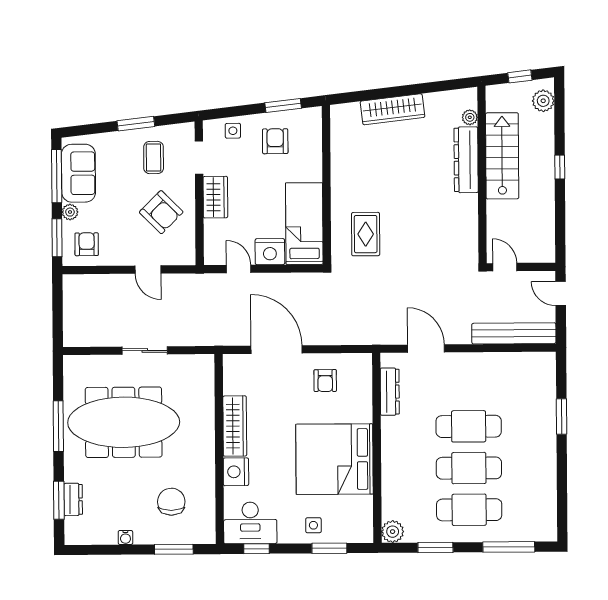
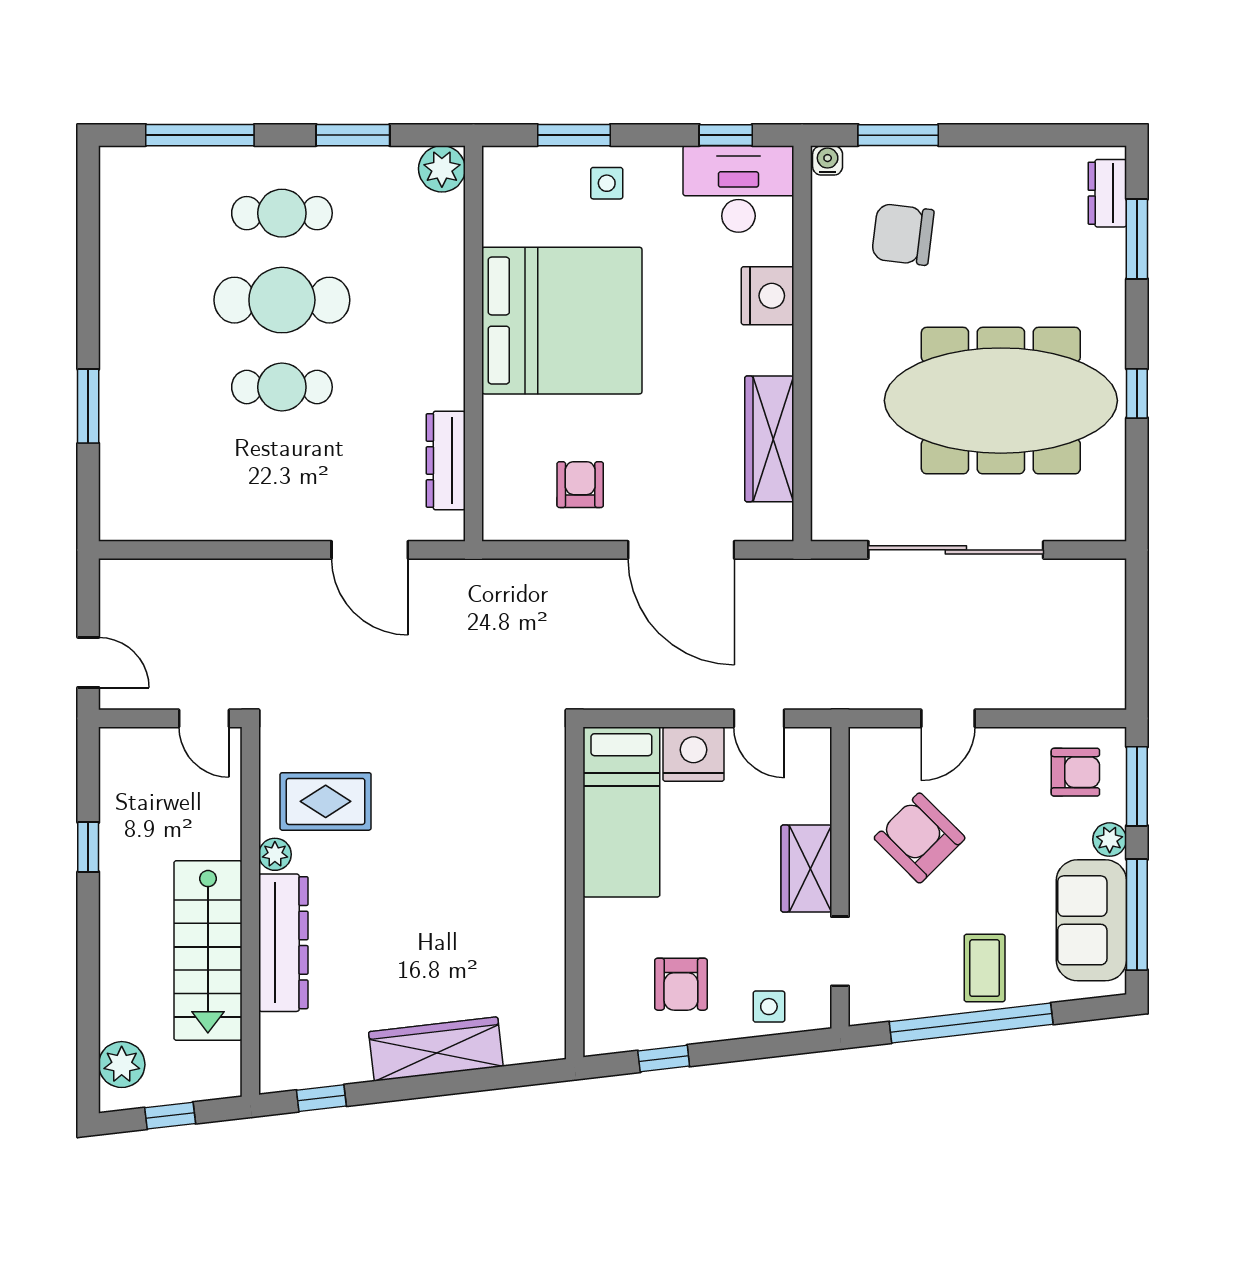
window: (447, 85) -> (321, 1098), added
window: (283, 105) -> (664, 1059), width x0.67
plant: (470, 117) -> (275, 854), moved
window: (136, 124) -> (971, 1023), width x2.11
coffee table: (154, 158) -> (985, 968), moved
window: (560, 167) -> (88, 847), moved
rug: (366, 234) -> (326, 801), moved, turned 90
armchair: (87, 244) -> (1075, 772), turned -90
door: (148, 270) -> (948, 718), swing flipped
bench: (514, 333) -> (186, 580), removed
sliding door: (145, 350) -> (956, 550), width x1.86
window: (58, 426) -> (1137, 393), width x0.46
wardrobe: (235, 426) -> (769, 439), moved
cafe table: (469, 426) -> (282, 387), width x0.73, depth x0.74
dresser: (73, 499) -> (1107, 193), moved
chair: (171, 502) -> (903, 234), turned 97
cafe table: (469, 510) -> (282, 213), width x0.73, depth x0.74
water cooler: (125, 537) -> (828, 160), moved

